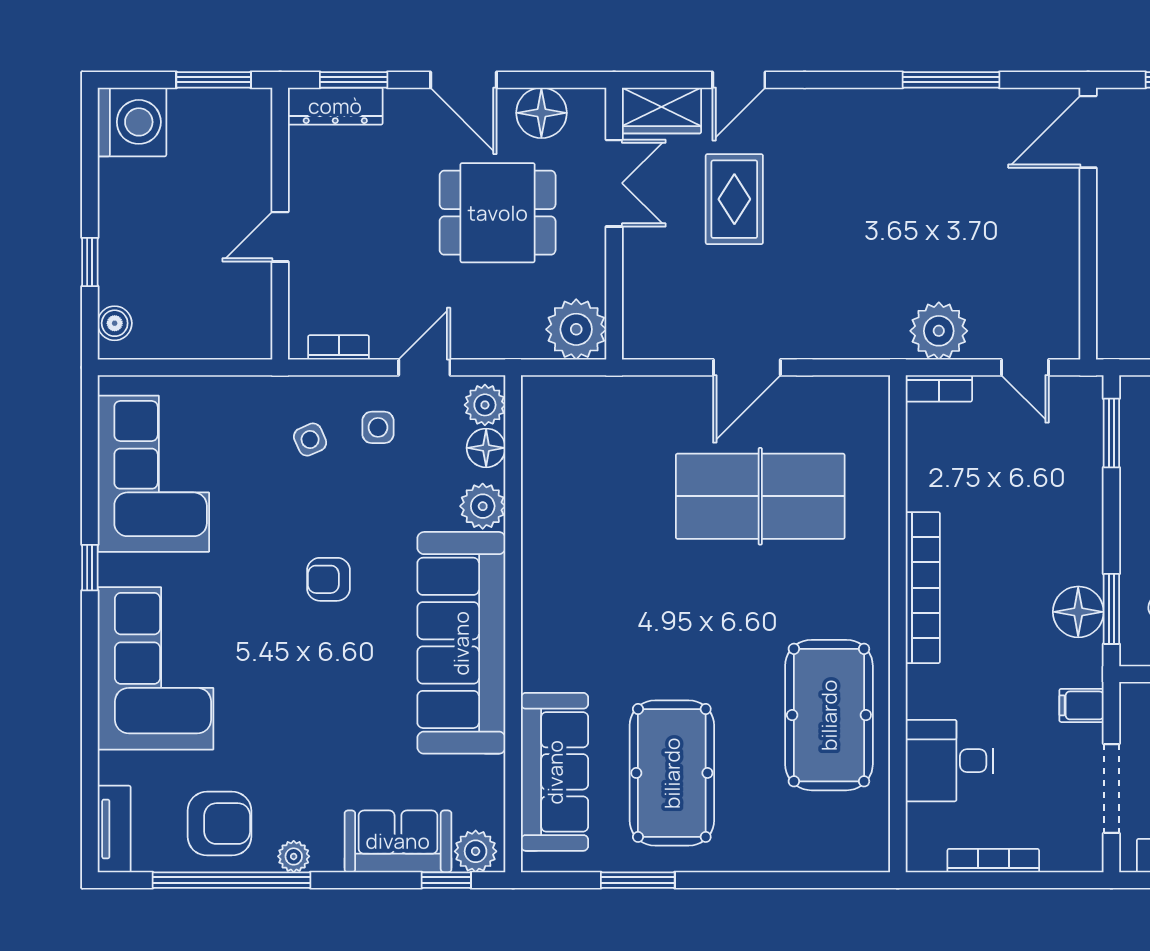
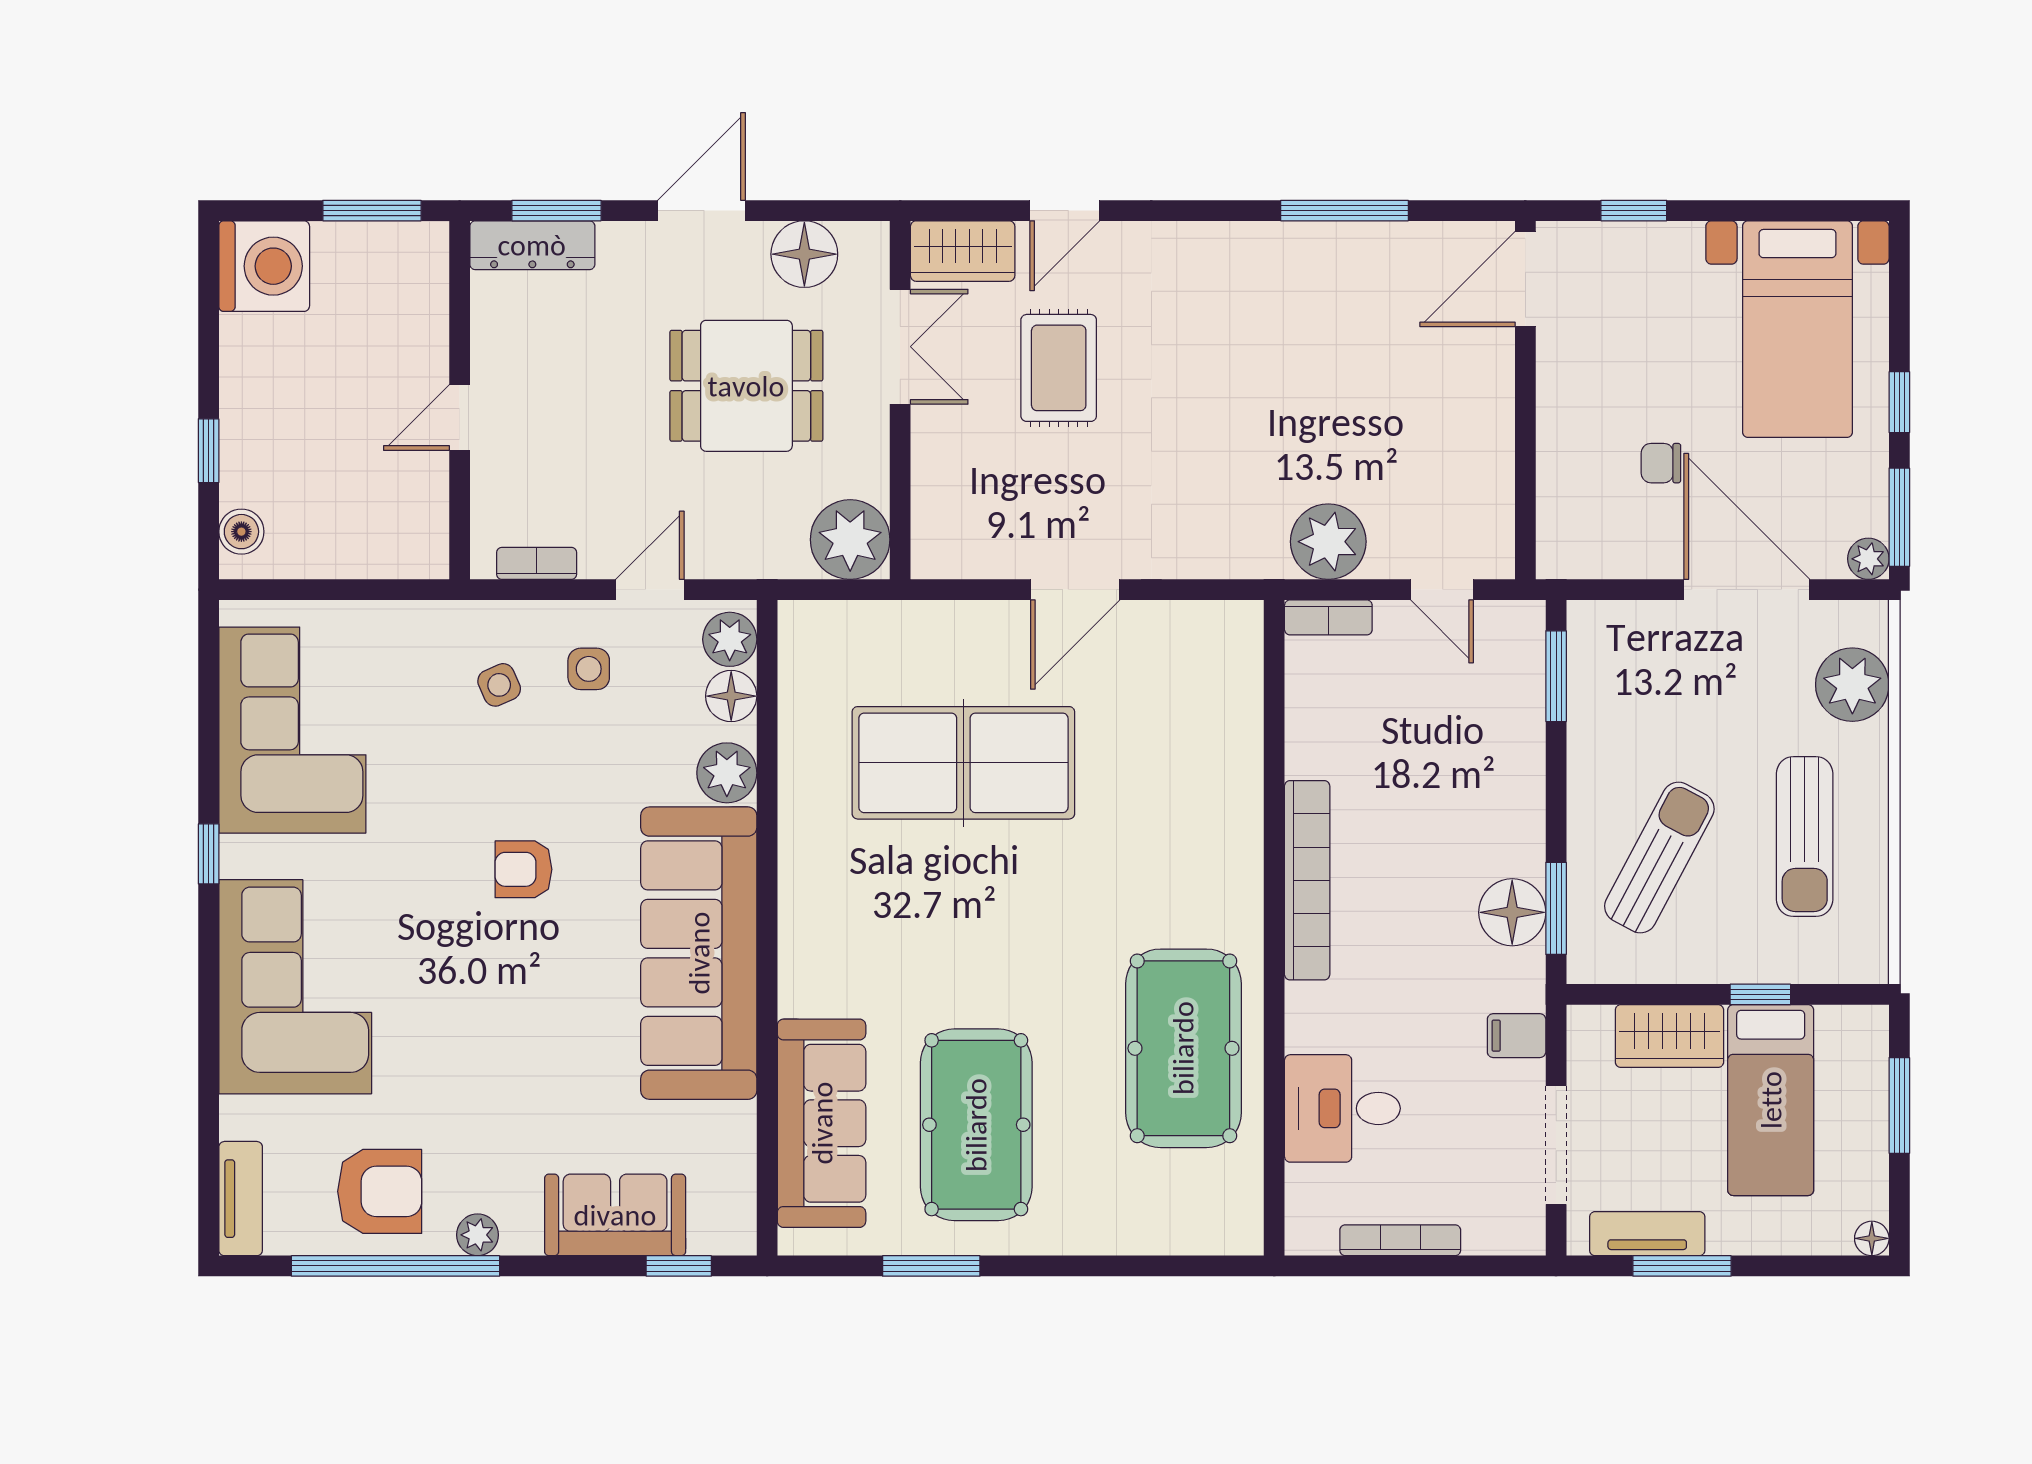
door: (464, 80) -> (702, 211), swing flipped
table tennis table: (760, 496) -> (963, 763), moved
plant: (476, 851) -> (717, 1228), removed

